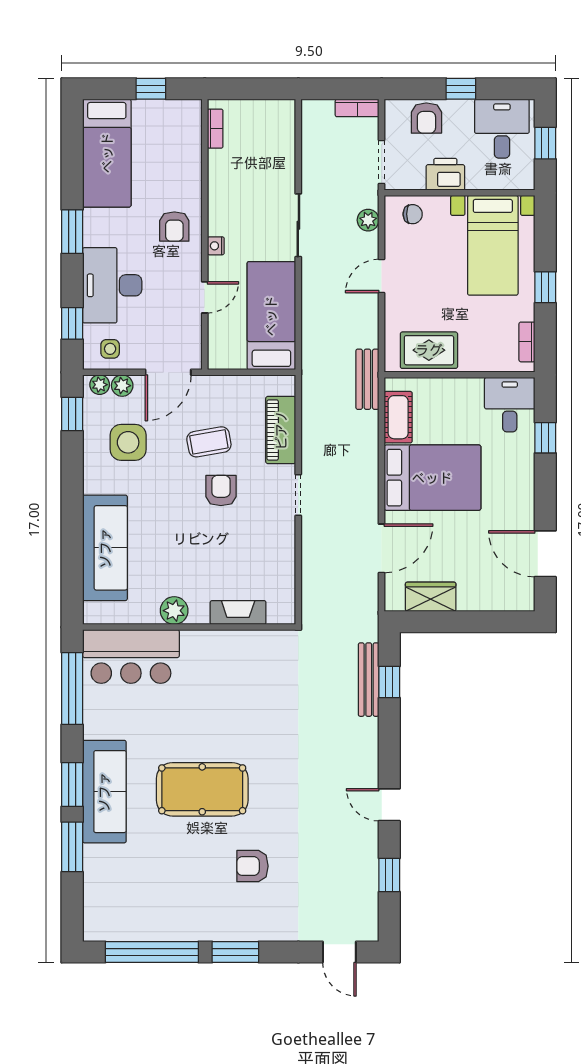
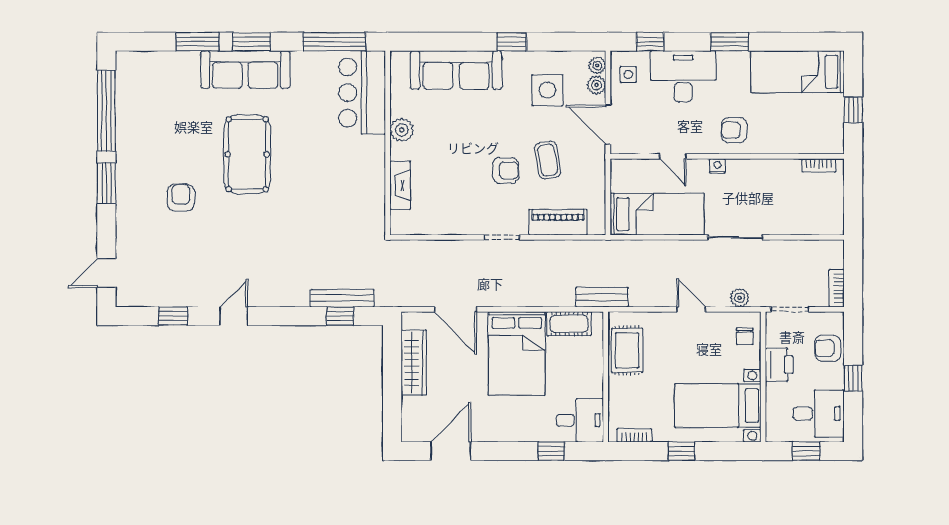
window: (72, 414) -> (512, 42), moved
wardrobe: (431, 597) -> (414, 363), width x1.50

